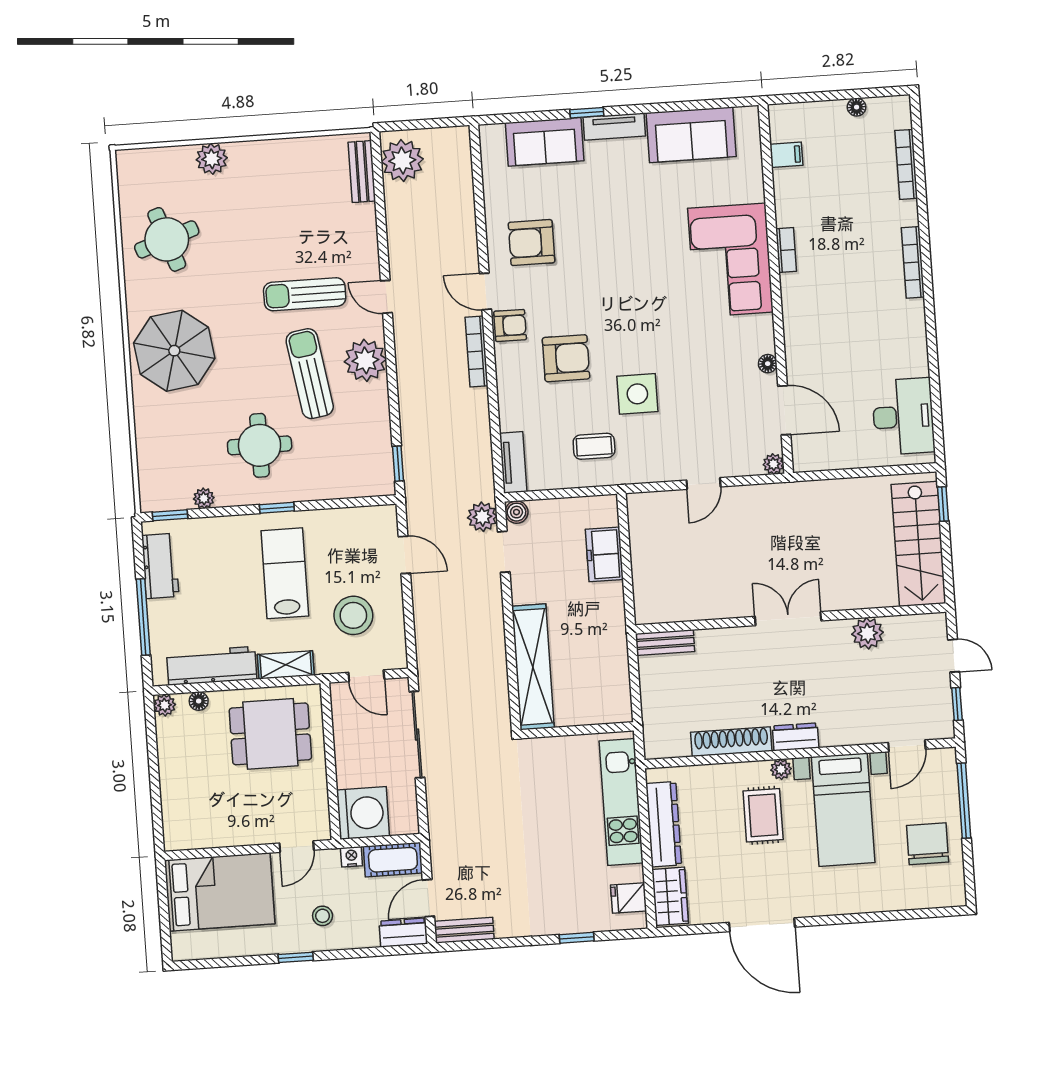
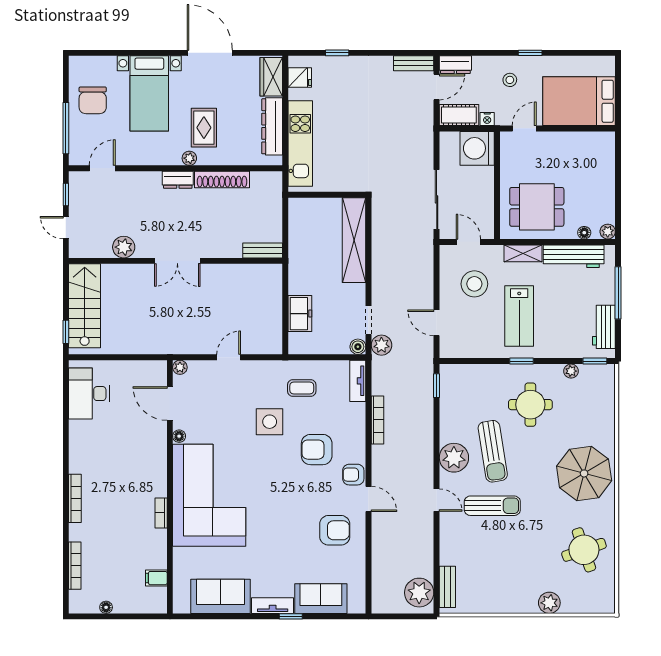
corner sofa: (730, 260) -> (209, 495), width x1.36, depth x1.36
bookcase: (477, 351) -> (377, 420), moved
bed with nightstands: (843, 810) -> (149, 93), moved, turned 180

